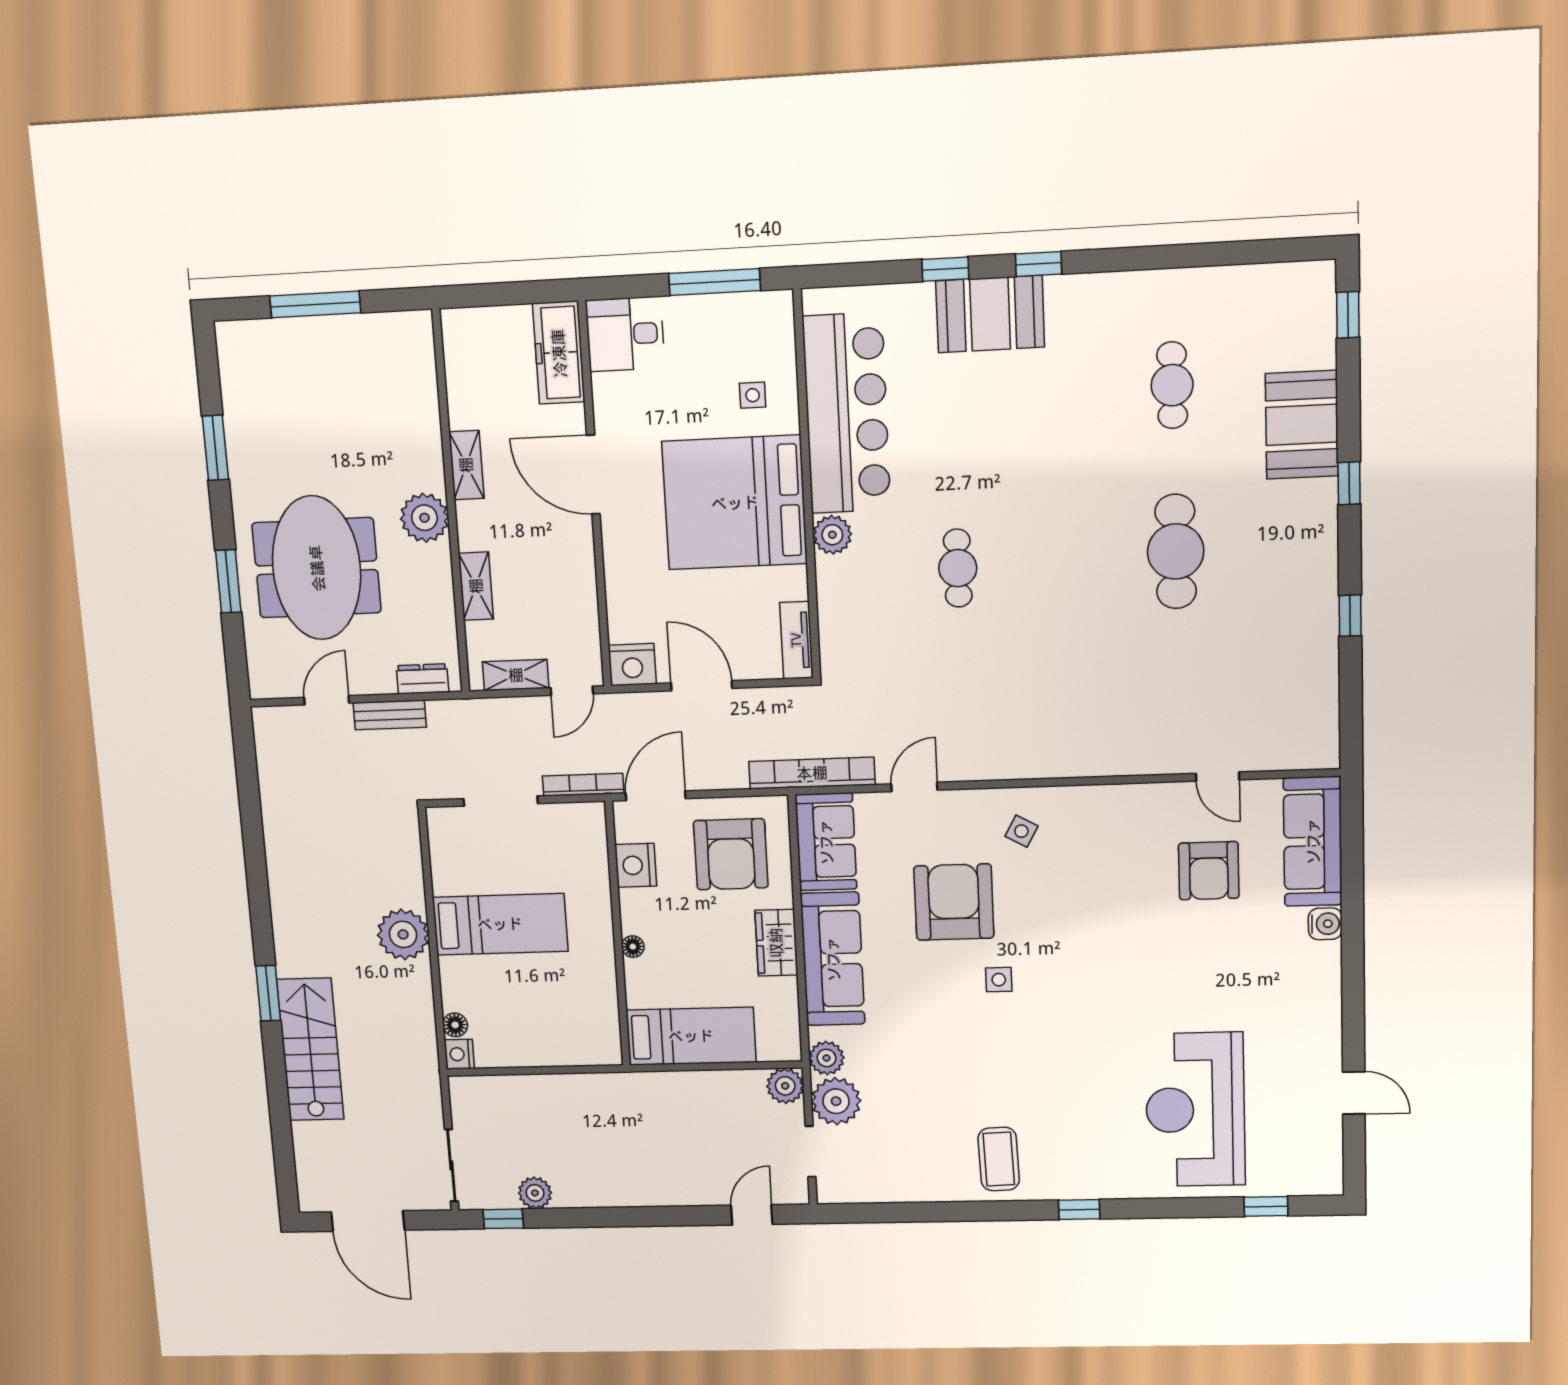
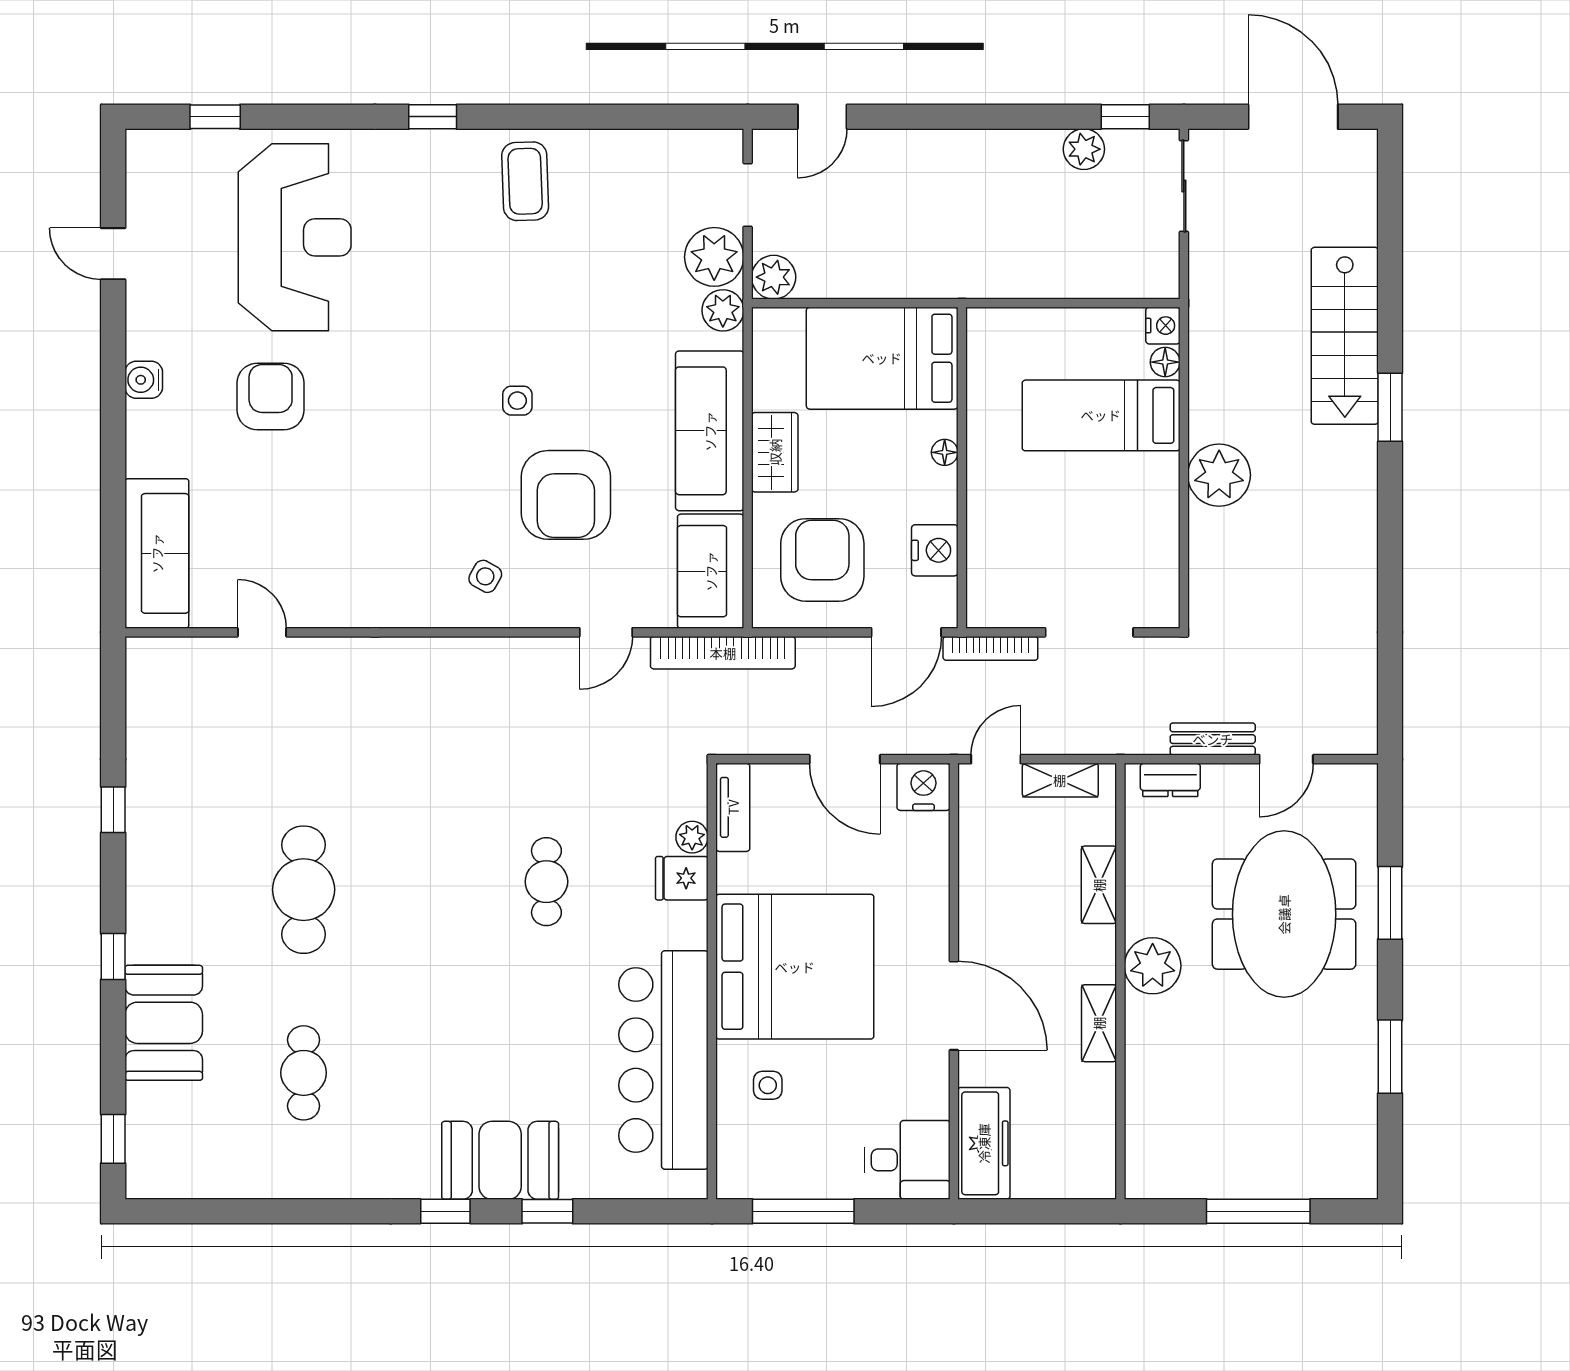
plant: (832, 535) -> (692, 837), moved, width x0.73, depth x0.73
fridge: (838, 576) -> (682, 878), added
armchair: (1209, 871) -> (271, 396), moved
bed: (500, 924) -> (1101, 415), moved
water cooler: (1325, 924) -> (144, 380), moved
bed: (691, 1036) -> (882, 358), width x1.50

